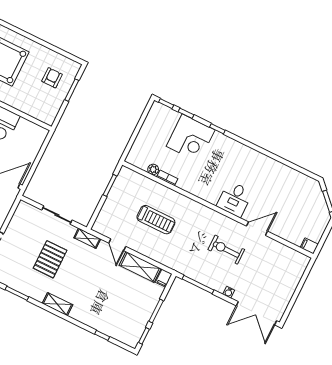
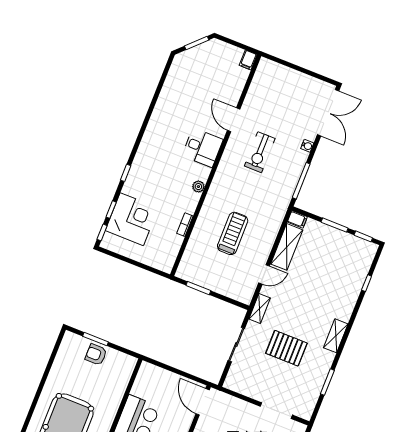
armchair: (52, 78) -> (96, 354), moved
corner desk: (191, 138) -> (132, 219), moved
plant: (153, 169) -> (198, 187), moved

